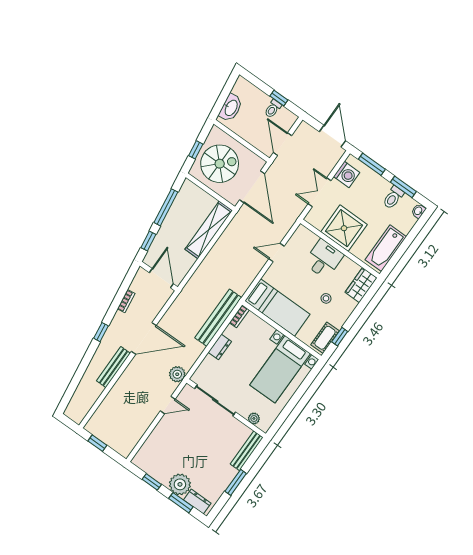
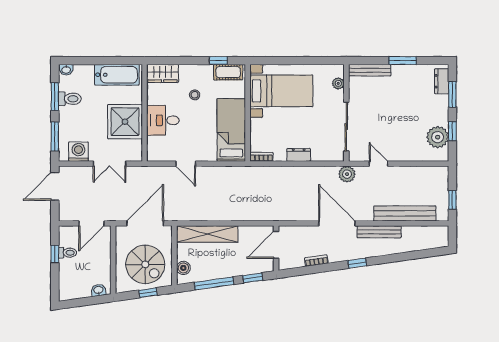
washbasin: (231, 108) -> (98, 290), width x0.52, depth x0.69
spiral stairs: (220, 164) -> (145, 264), turned 180
boiler: (195, 192) -> (183, 268), added
bench: (218, 318) -> (405, 213), moved
plant: (180, 484) -> (438, 137), moved

